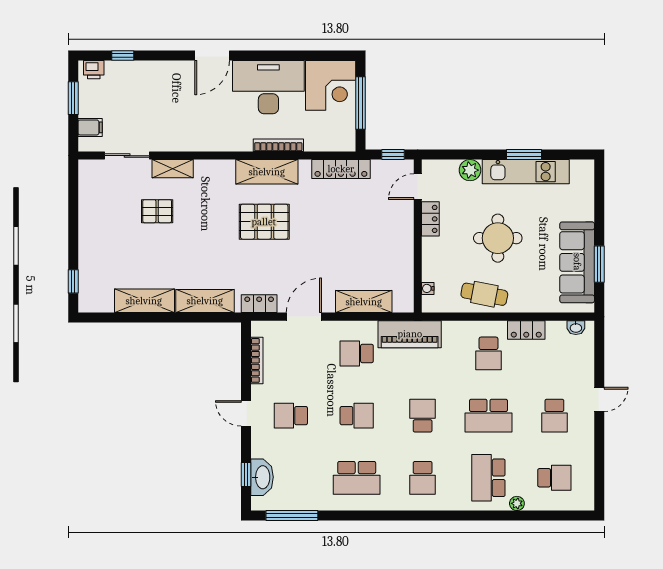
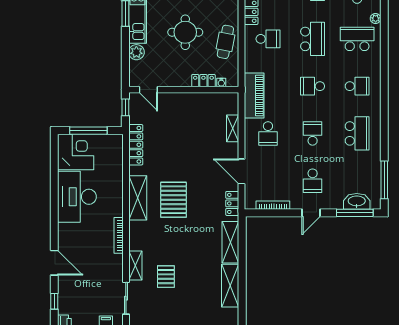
door: (212, 56) -> (54, 263), moved
bookcase: (278, 145) -> (119, 235), moved
locker: (430, 219) -> (203, 81), moved
shelving: (364, 302) -> (233, 128), width x0.67, depth x0.75
window: (246, 474) -> (355, 213), width x2.17
school desk: (488, 478) -> (357, 39), turned 180

